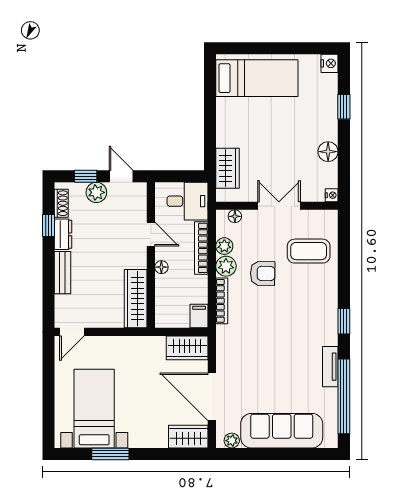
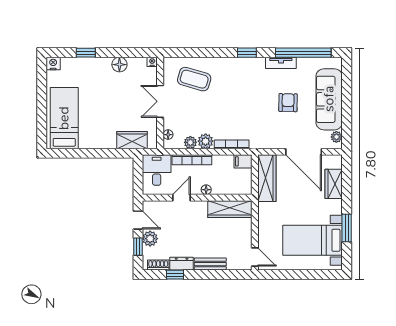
door: (121, 176) -> (138, 220), swing flipped
coffee table: (309, 251) -> (194, 79), turned -74
armchair: (263, 273) -> (288, 103), moved
wardrobe: (187, 348) -> (267, 178), width x1.50
door: (212, 397) -> (304, 152), hinge flipped
wardrobe: (188, 437) -> (334, 184), moved

